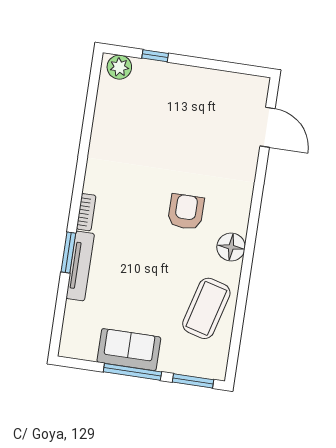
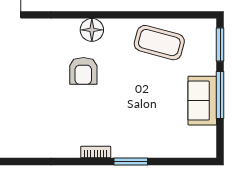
armchair: (186, 212) -> (83, 71), turned -90
floor lamp: (231, 247) -> (92, 30), moved
tv unit: (80, 266) -> (140, 150), removed

